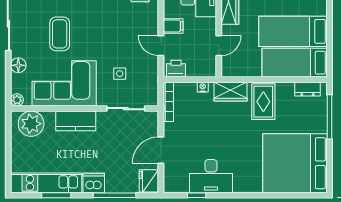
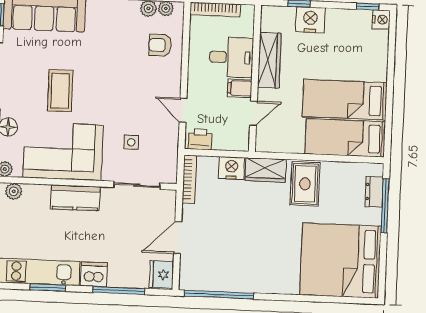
filing cabinet: (173, 26) -> (240, 88), moved, turned 180
nightstand: (203, 87) -> (232, 168), width x1.89, depth x1.79
dresser: (308, 89) -> (374, 192), moved, turned 90
plant: (31, 124) -> (14, 191), width x0.53, depth x0.53
desk: (211, 176) -> (237, 272), removed
window: (197, 195) -> (219, 295), width x3.17

